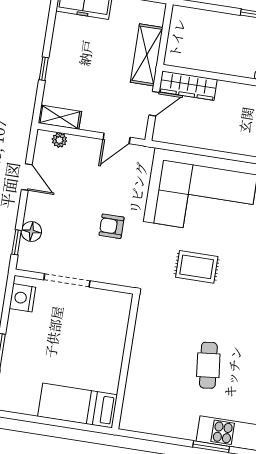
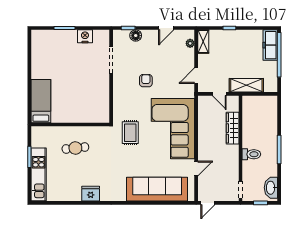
wardrobe: (188, 86) -> (233, 128), moved
door: (117, 138) -> (196, 76), hinge flipped
nightstand: (22, 298) -> (85, 36), moved
wall: (126, 361) -> (70, 125), moved
bed: (78, 406) -> (41, 101), moved

